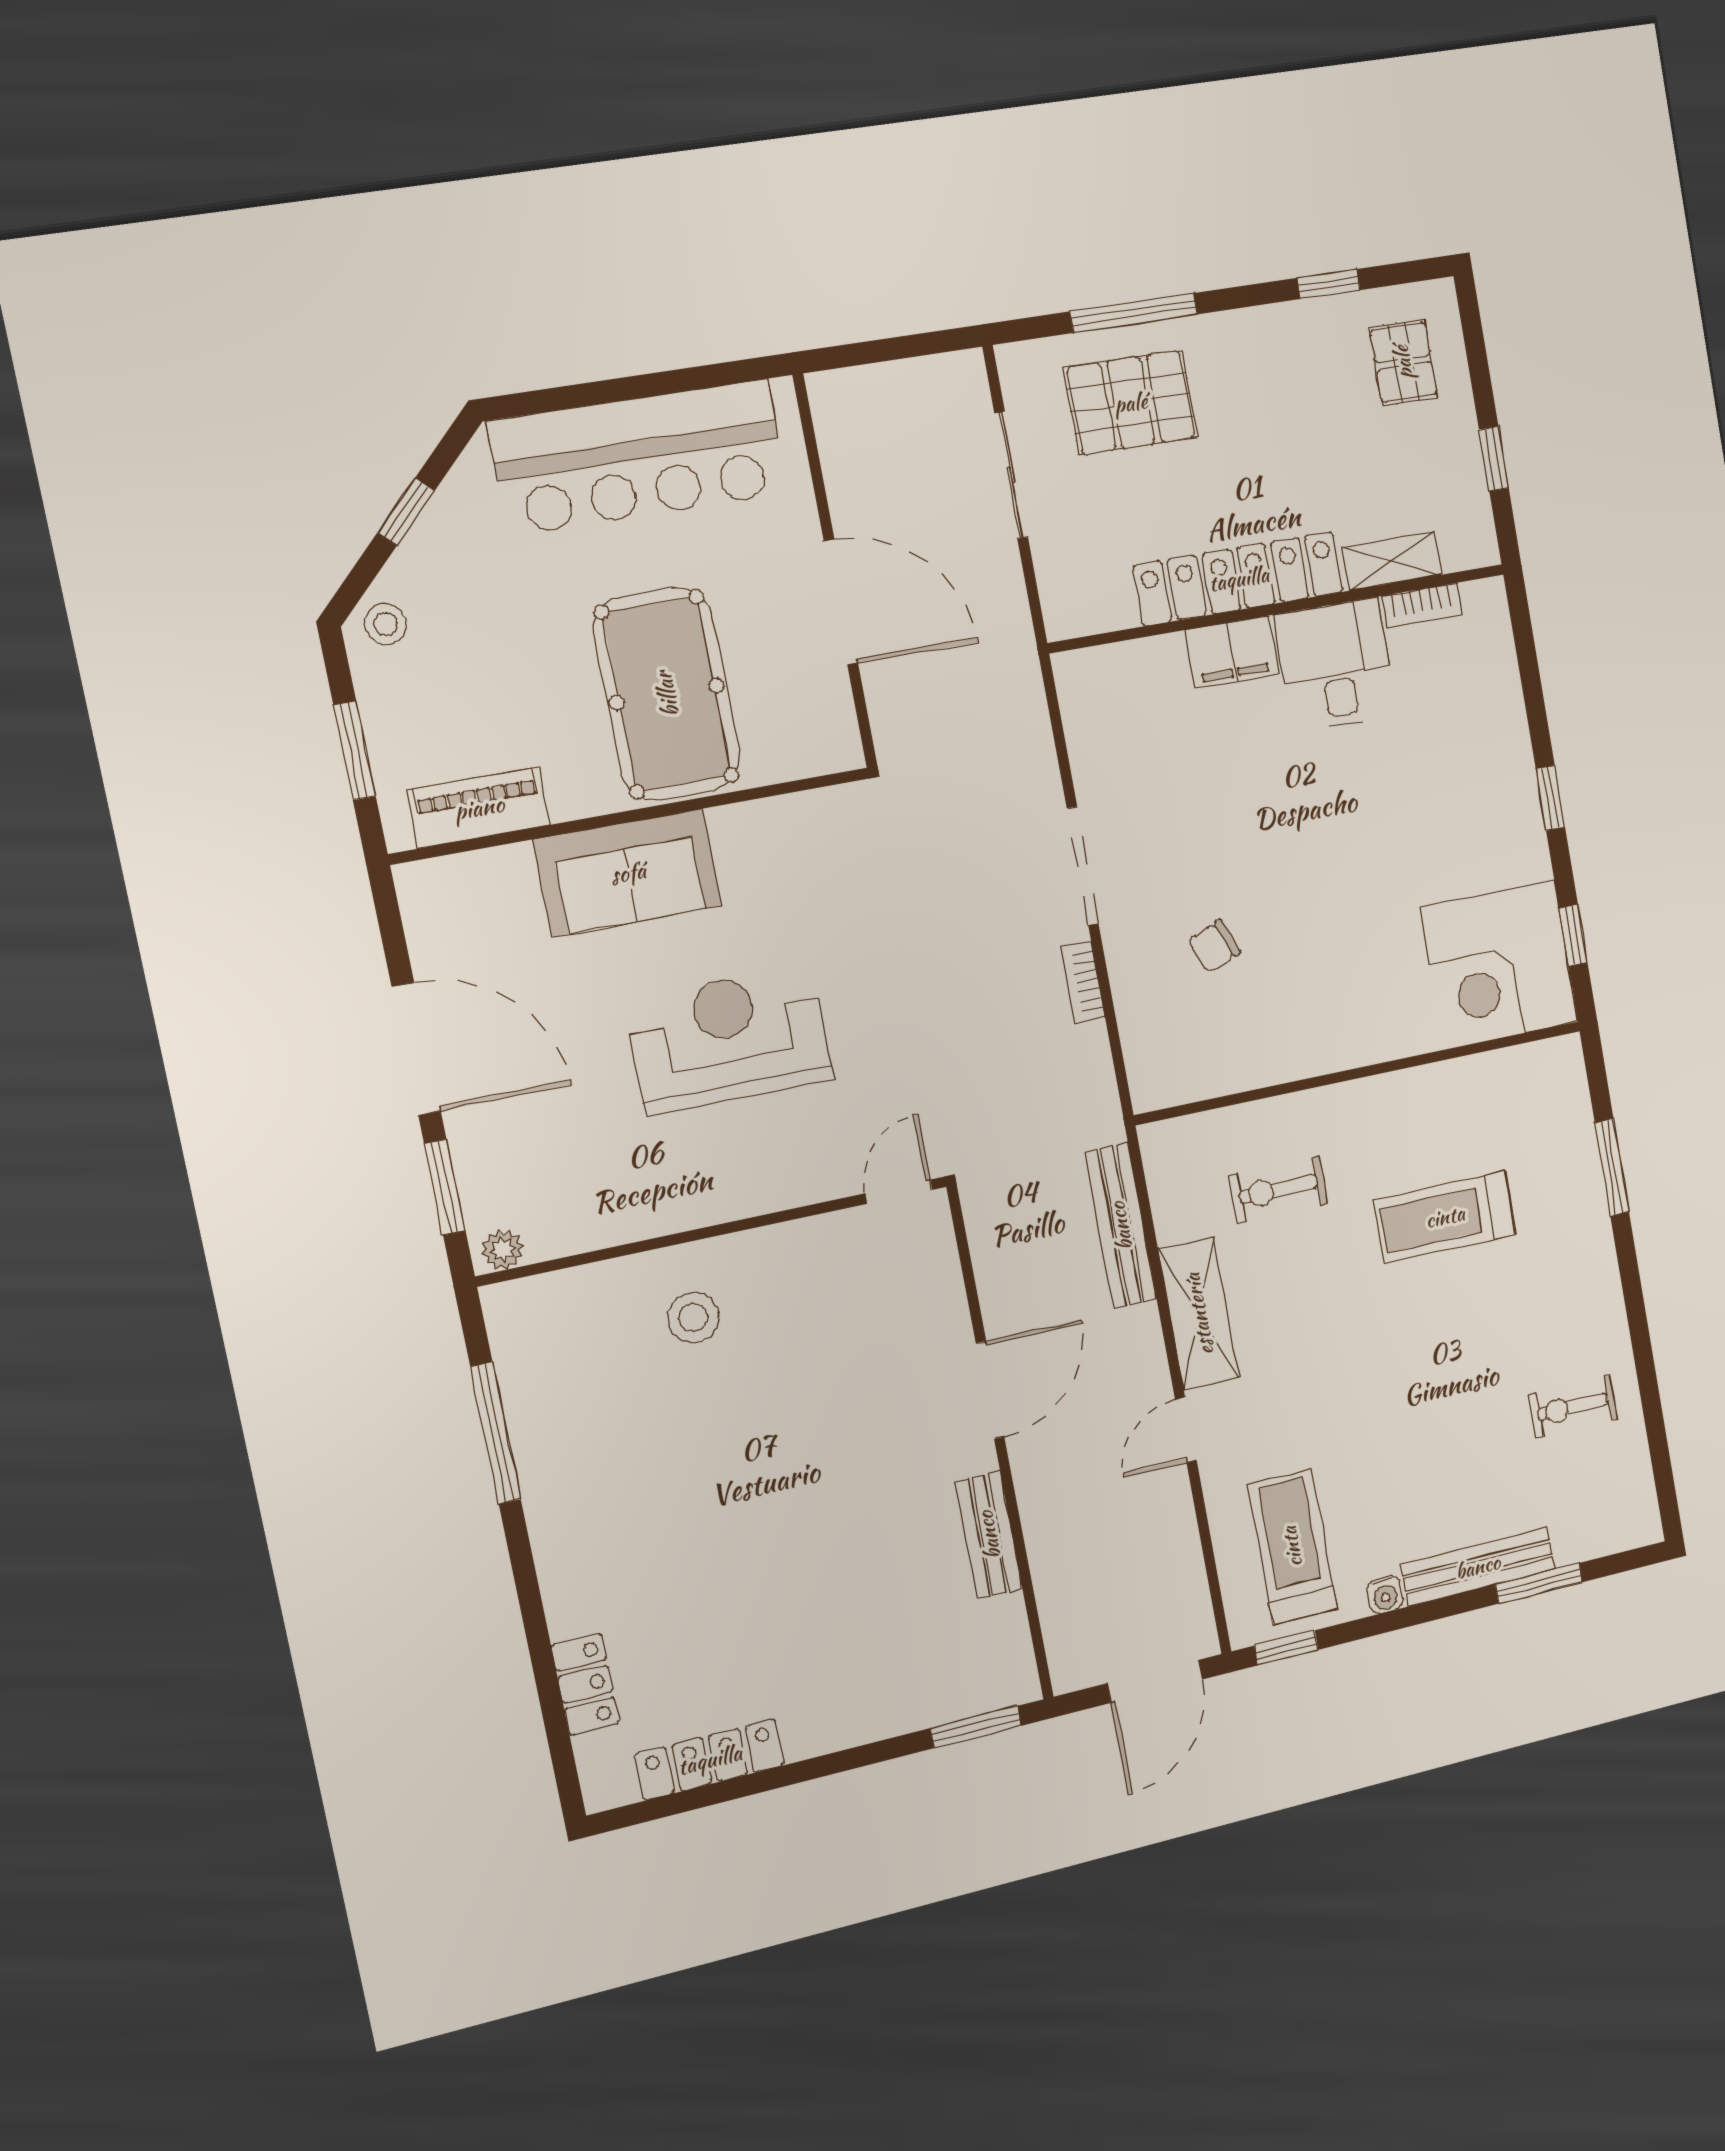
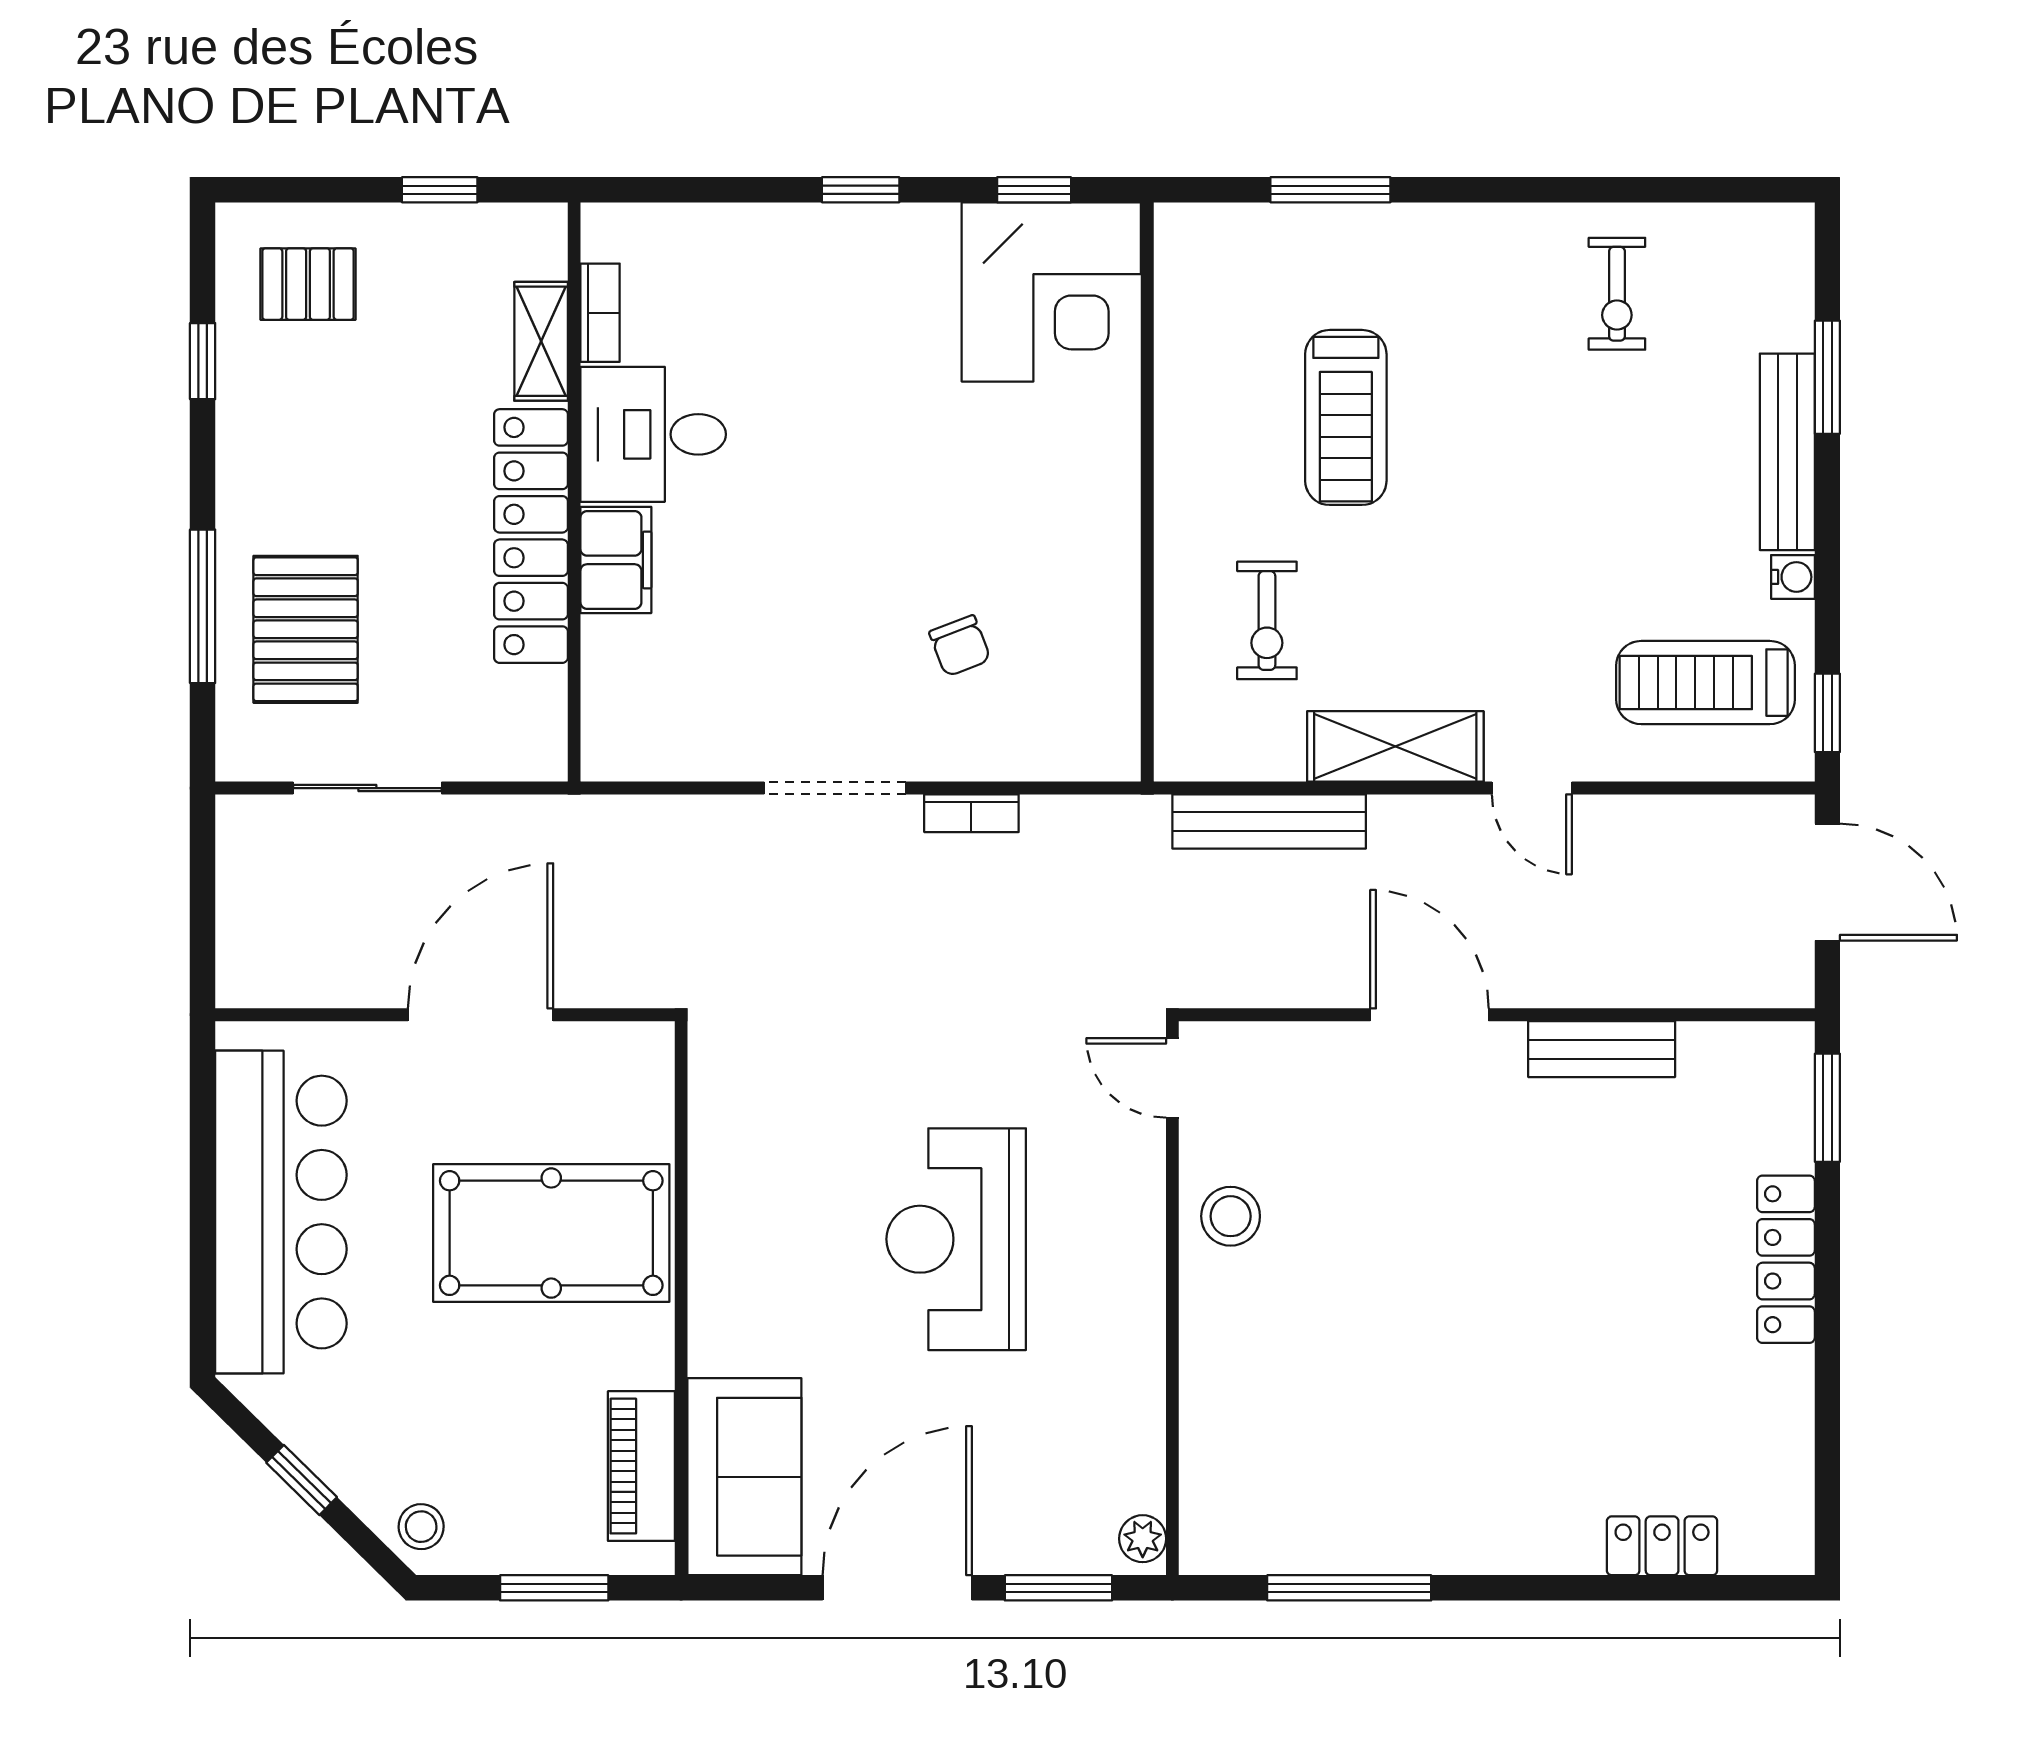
sofa: (628, 873) -> (744, 1477), moved
stool: (693, 1318) -> (1231, 1216), moved
locker: (710, 1760) -> (1786, 1259), moved

